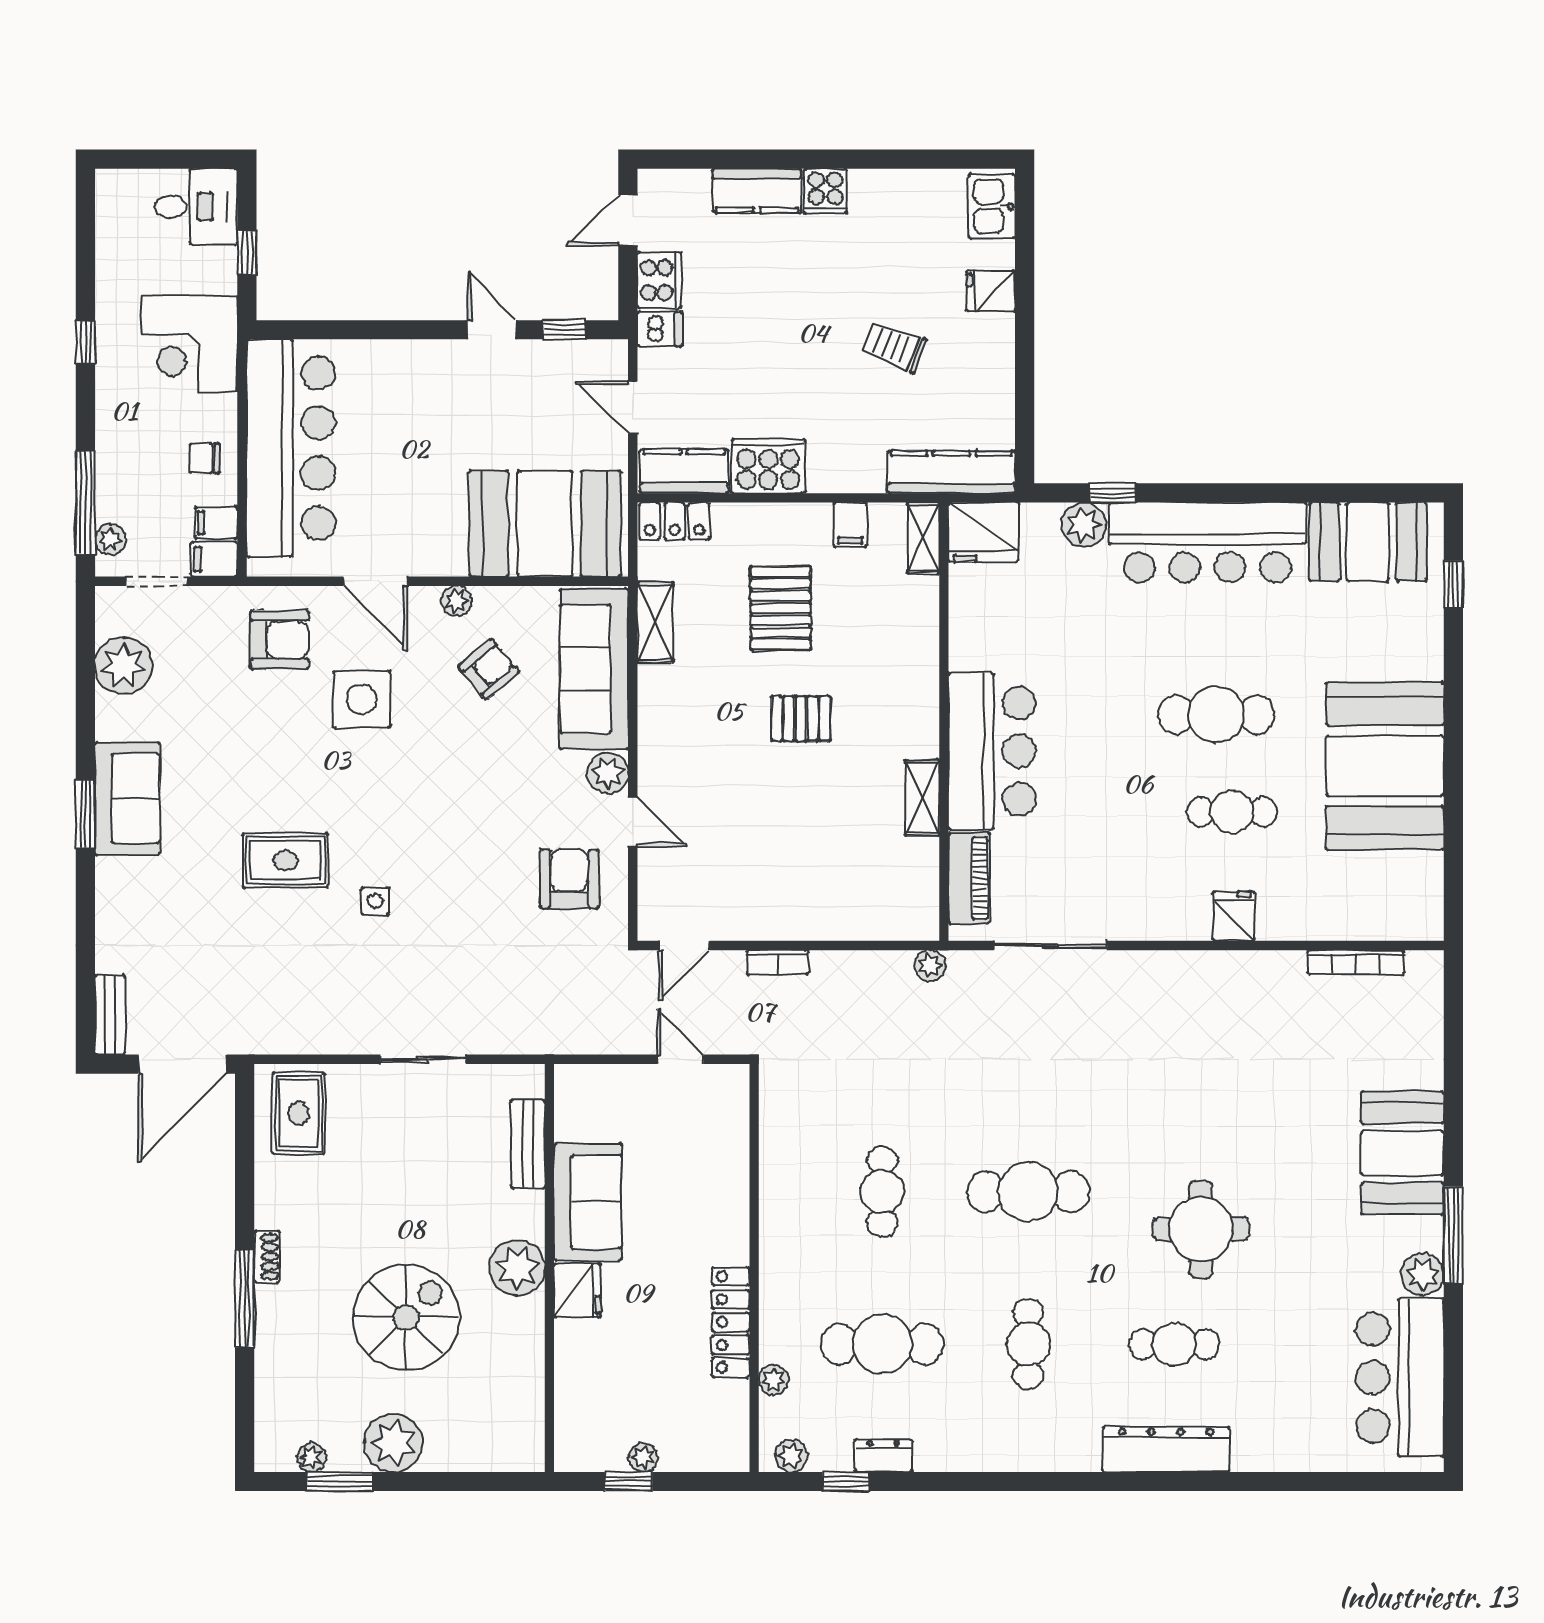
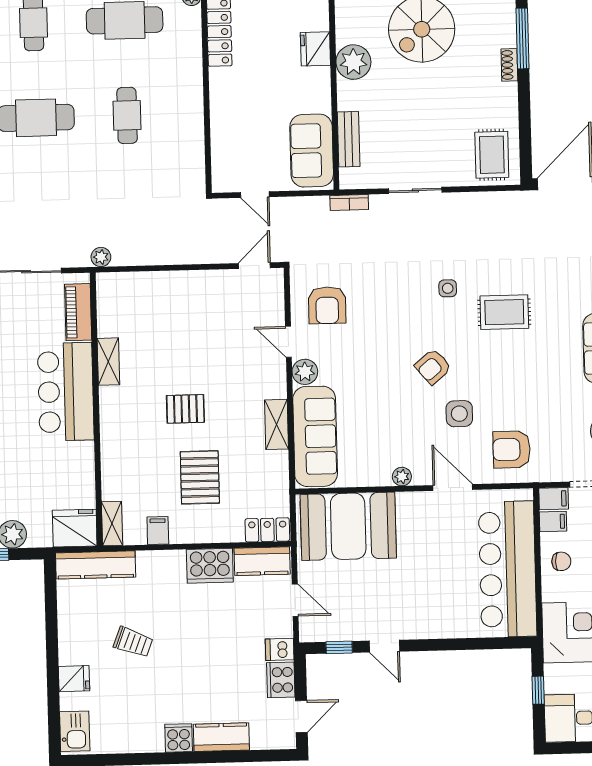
shelving: (655, 622) -> (277, 424), moved
armchair: (489, 669) -> (433, 367), moved
side table: (362, 699) -> (459, 414), width x0.73, depth x0.73
bookcase: (778, 962) -> (349, 203), moved, turned 180
sofa: (588, 1202) -> (312, 151), moved

